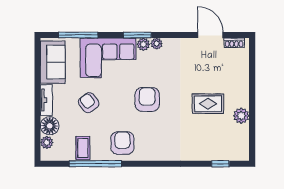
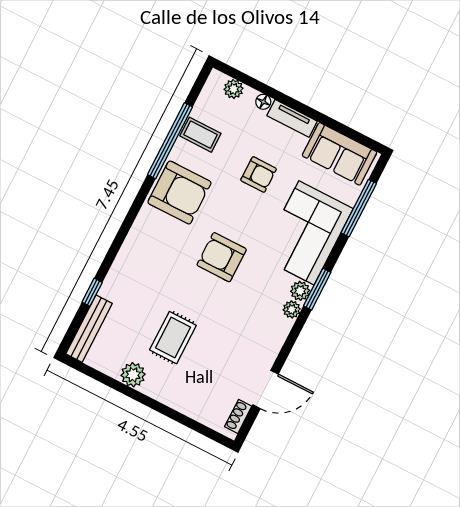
armchair: (147, 99) -> (222, 257), turned 180
armchair: (89, 103) -> (259, 175), turned 38
floor lamp: (50, 126) -> (263, 102), width x0.53, depth x0.53
armchair: (122, 143) -> (179, 192), width x1.36, depth x1.36
bench: (228, 155) -> (89, 329), added
window: (220, 164) -> (92, 292), moved

